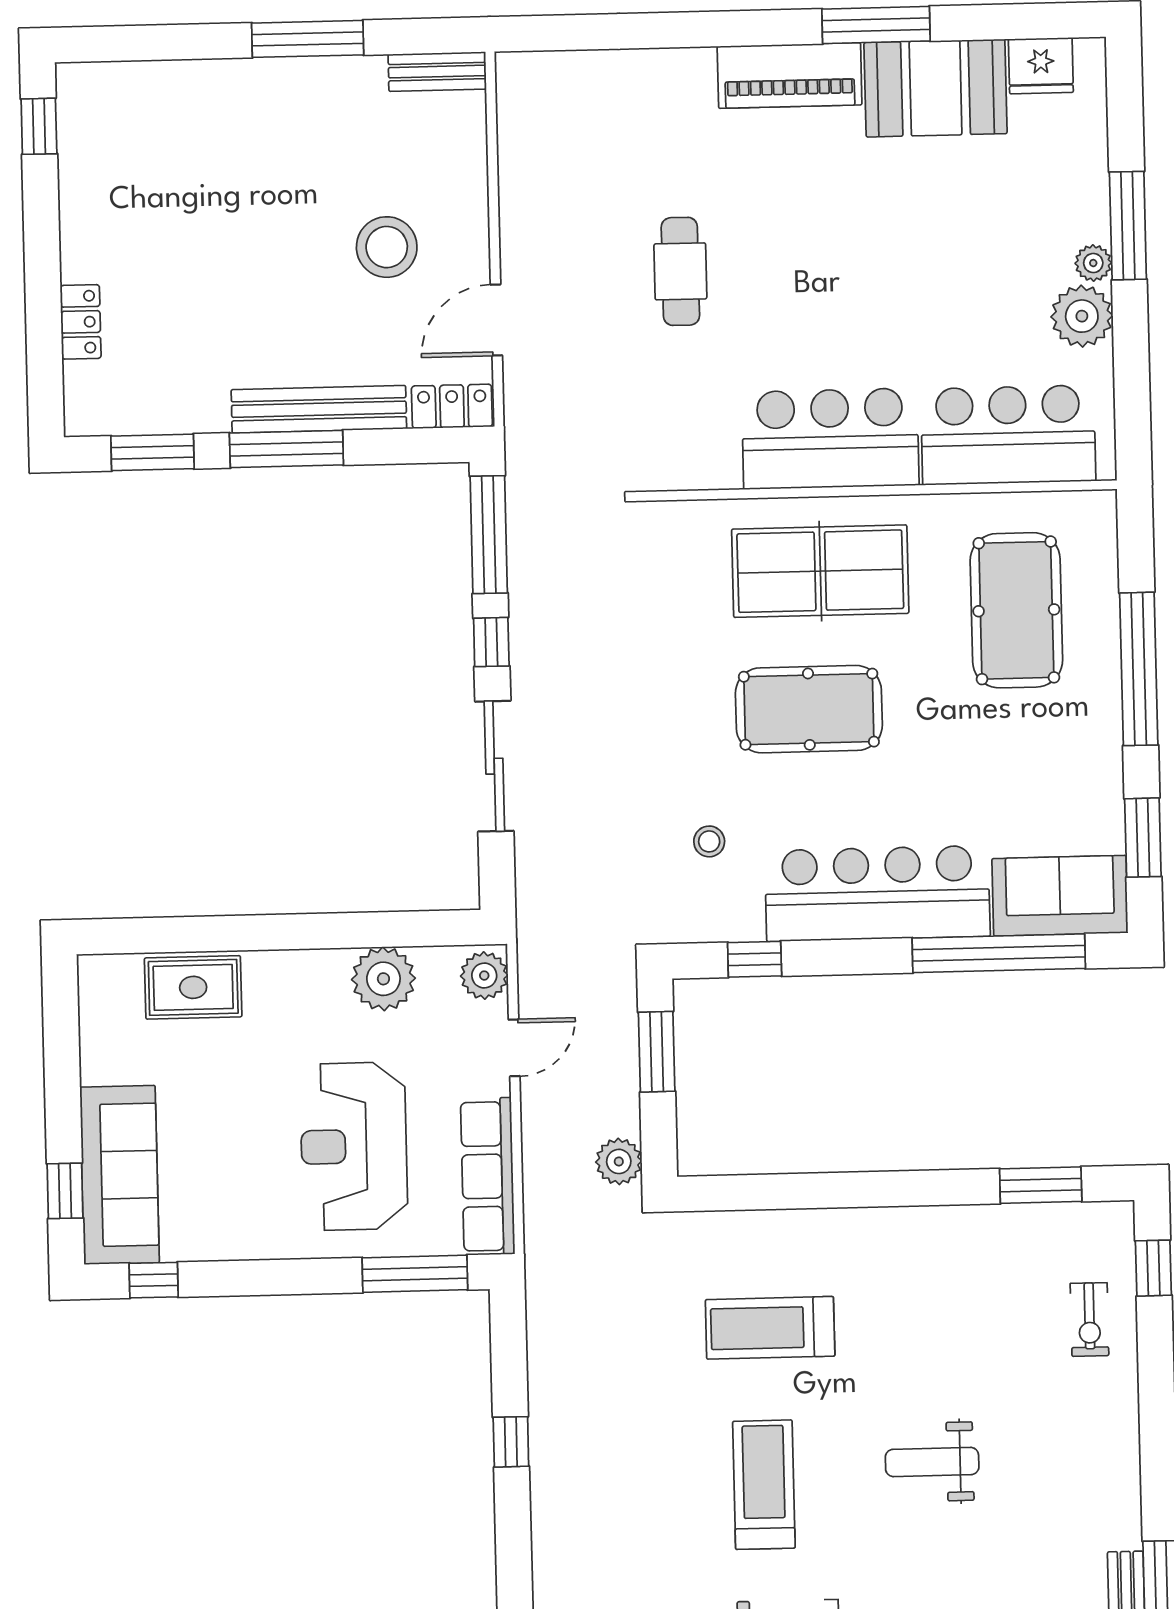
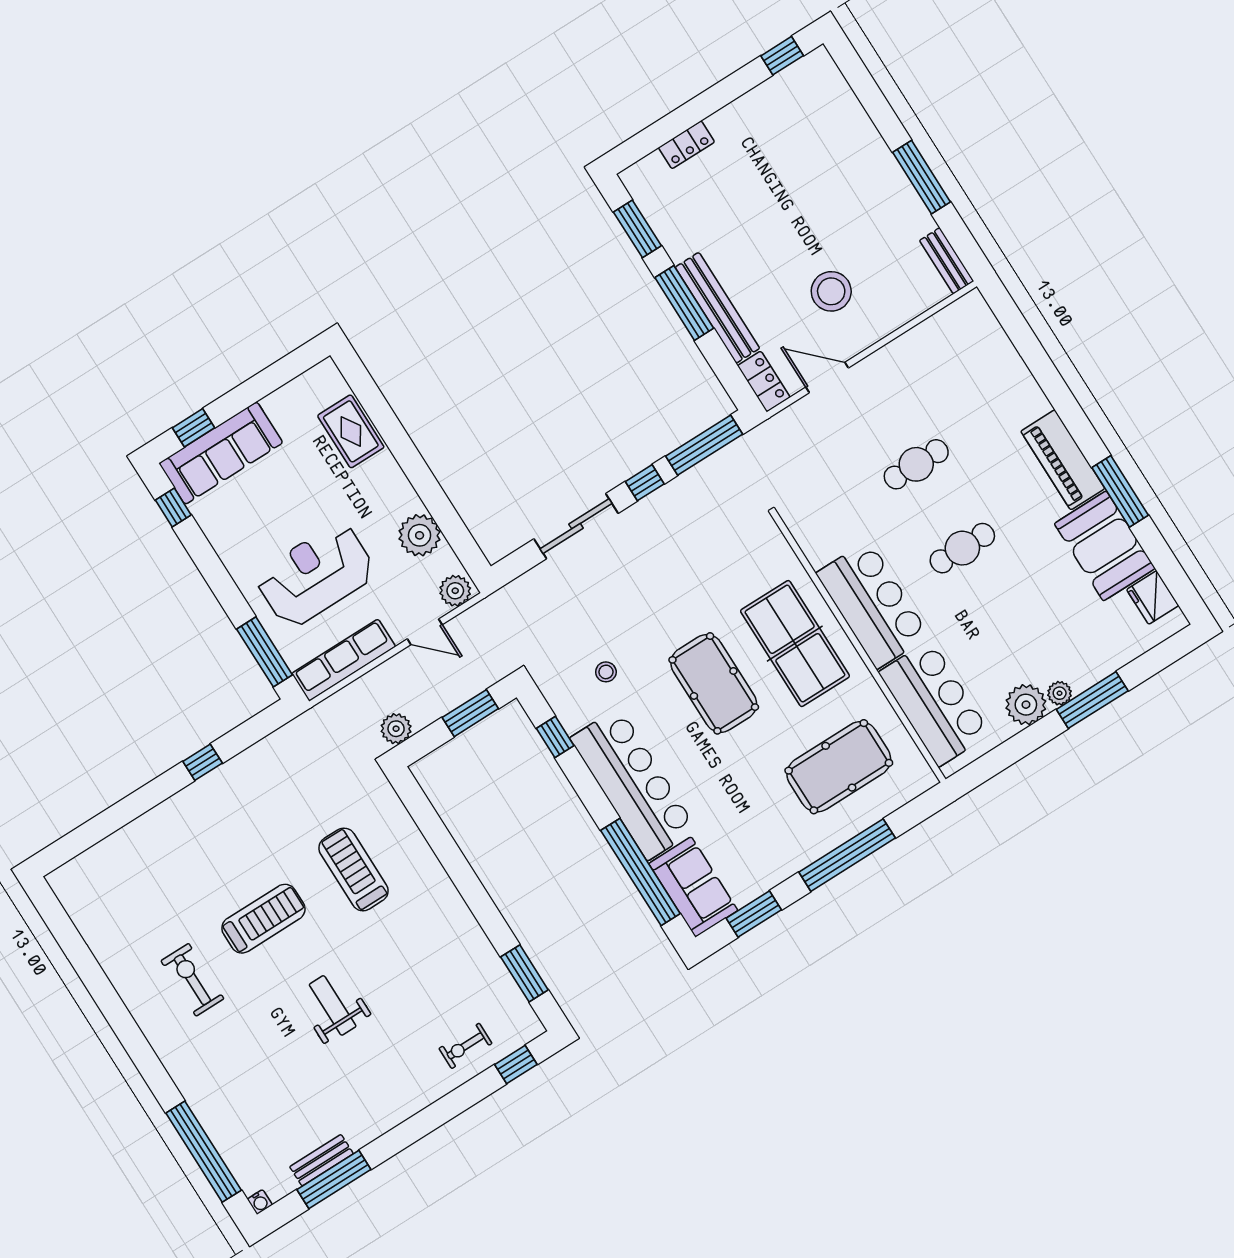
cafe table: (827, 277) -> (962, 548), added

